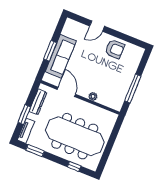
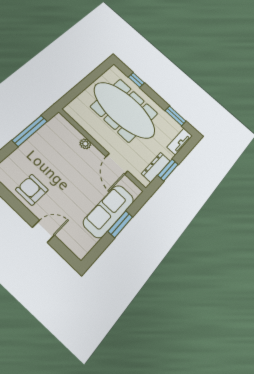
window: (24, 115) -> (168, 170), moved

